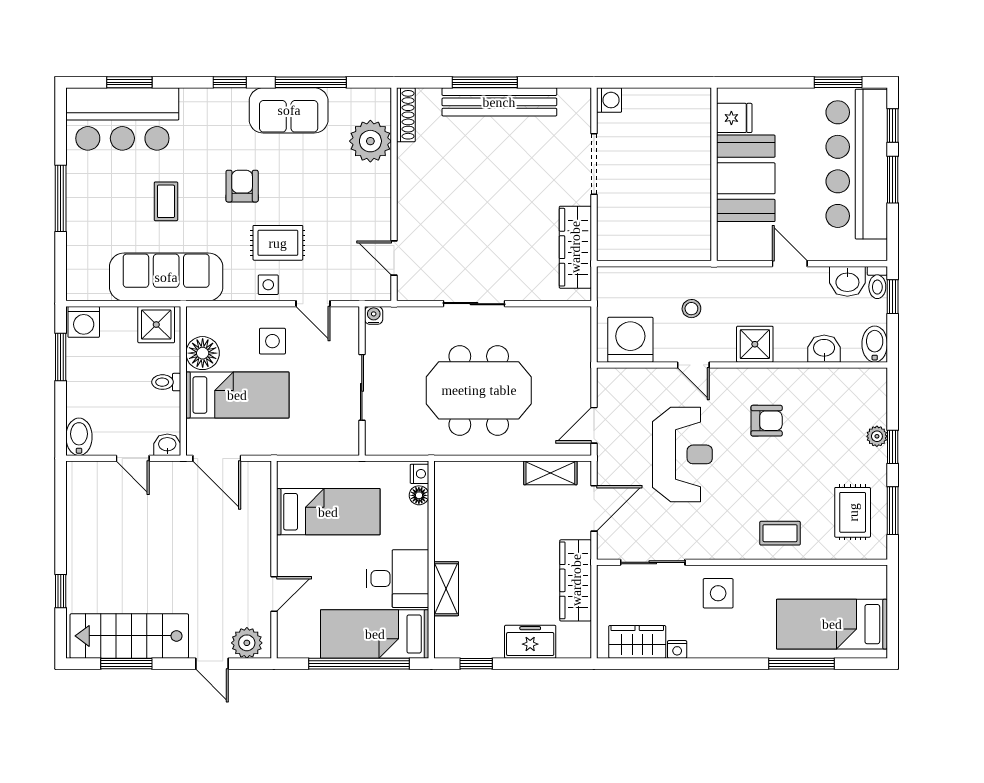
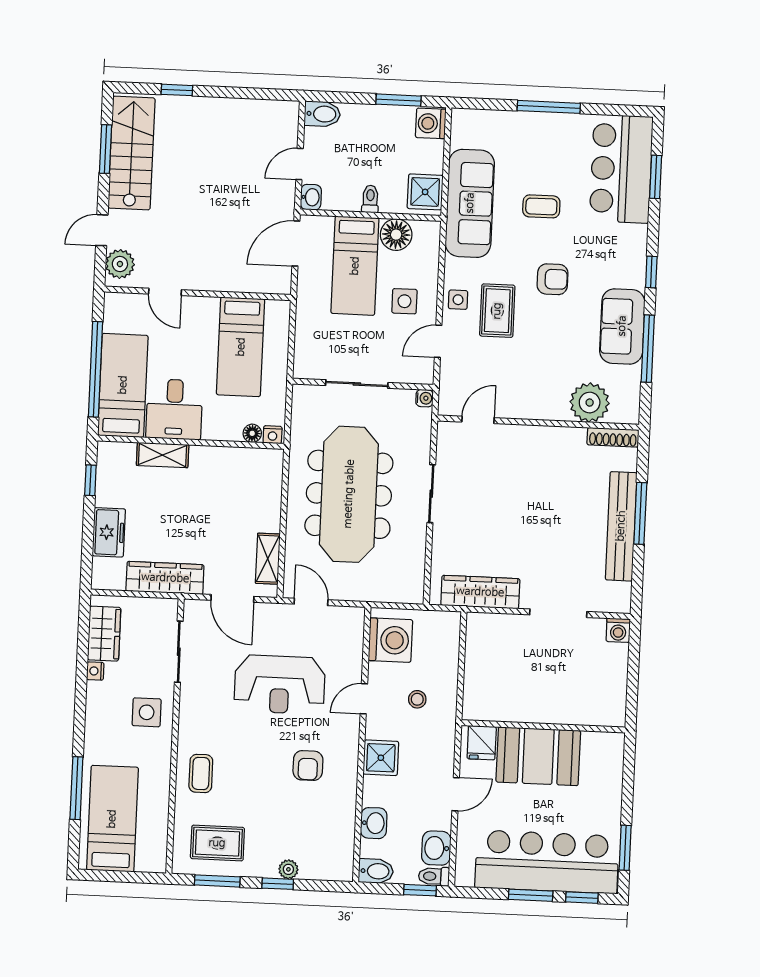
fridge: (734, 118) -> (482, 743), moved
meeting table: (479, 390) -> (349, 494), width x1.36

